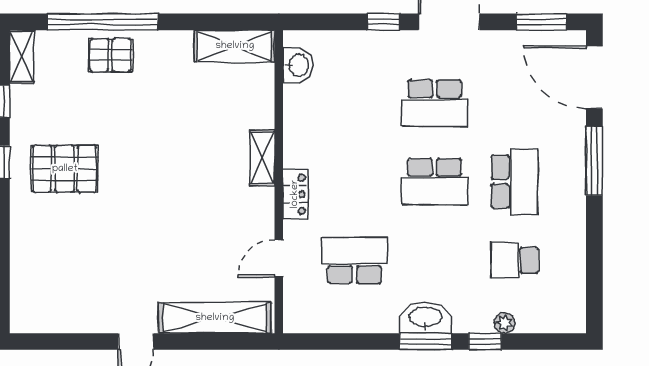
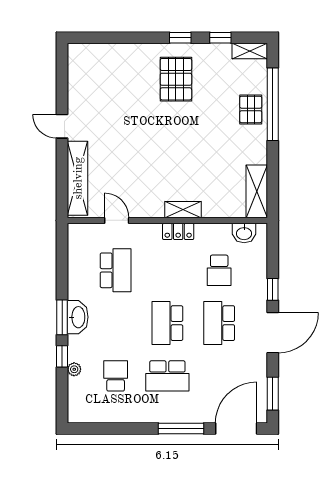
school desk: (354, 103) -> (219, 270), added
locker: (295, 194) -> (178, 231), moved

